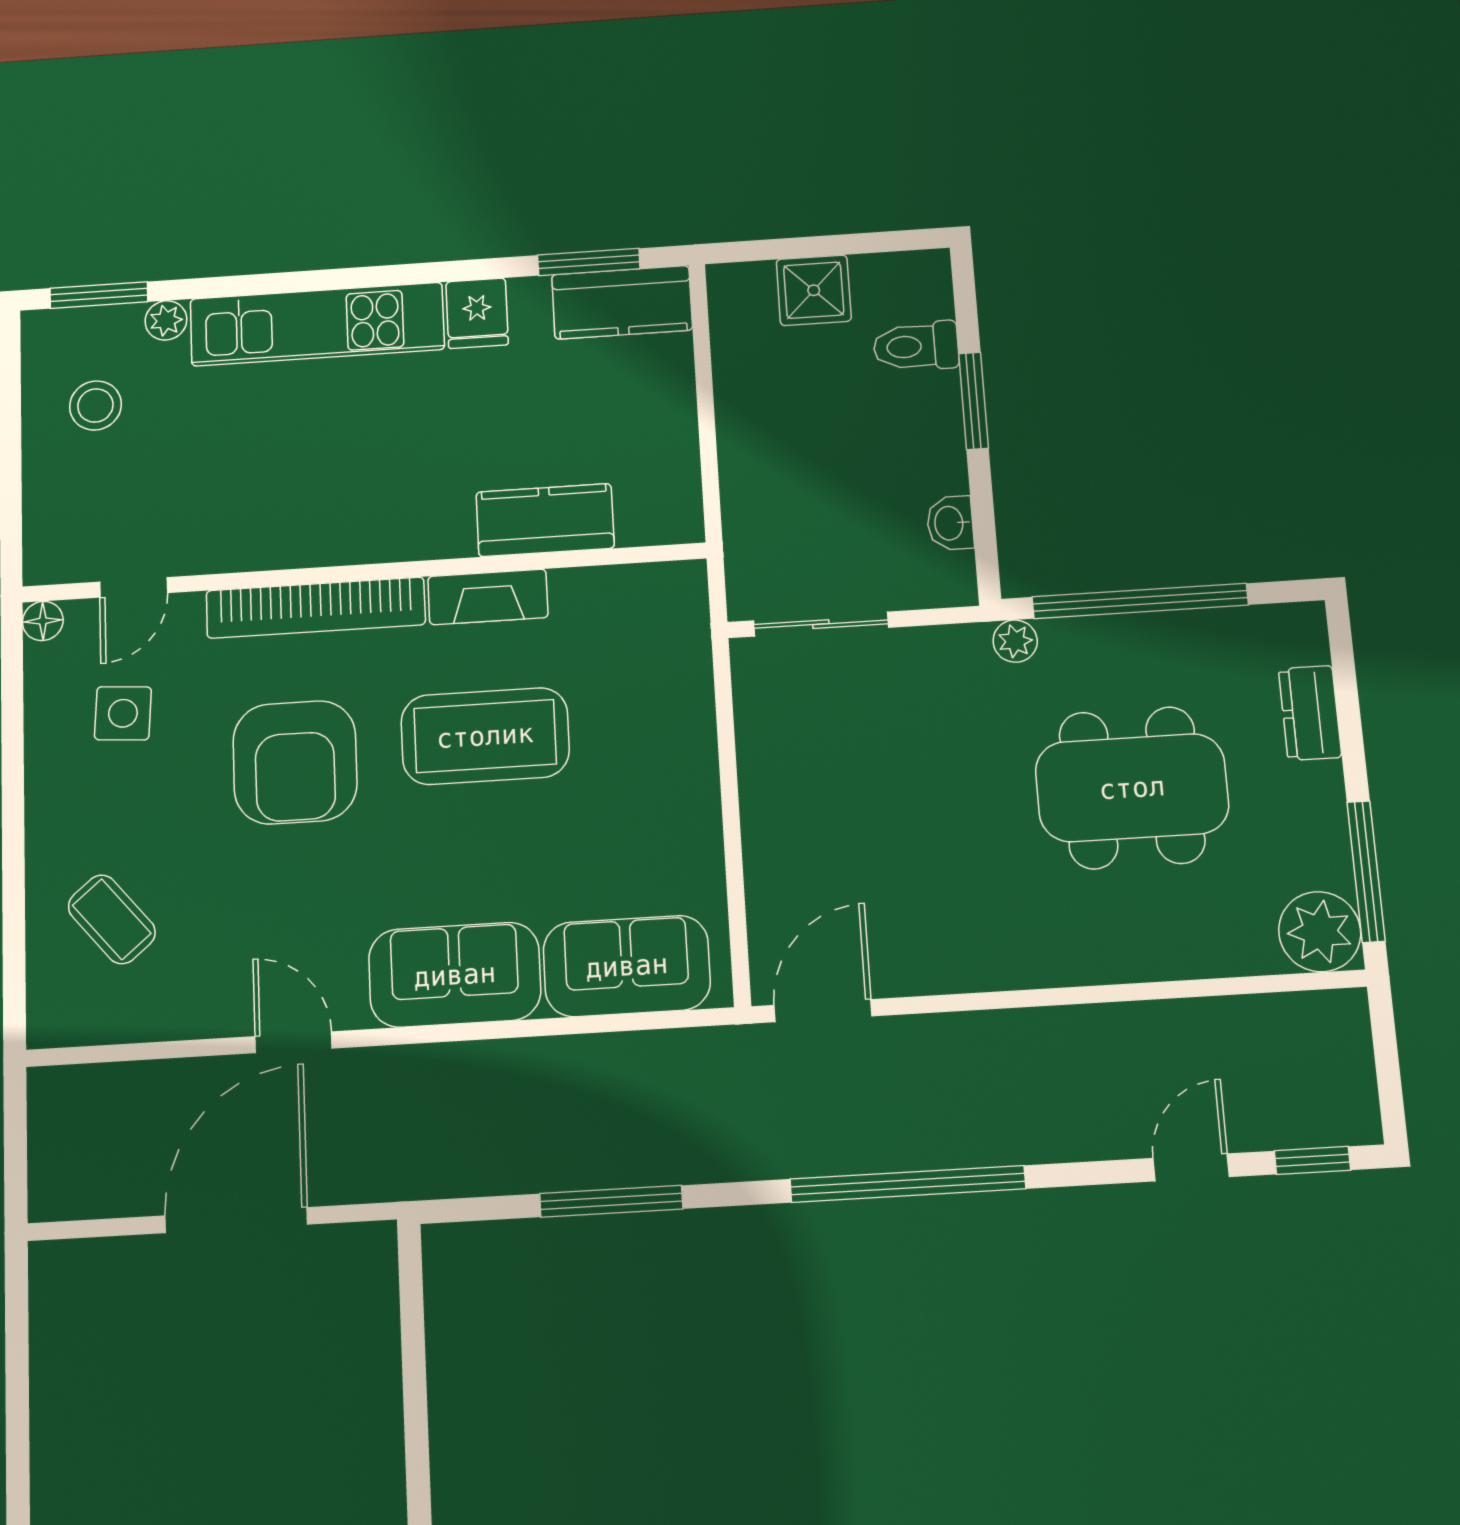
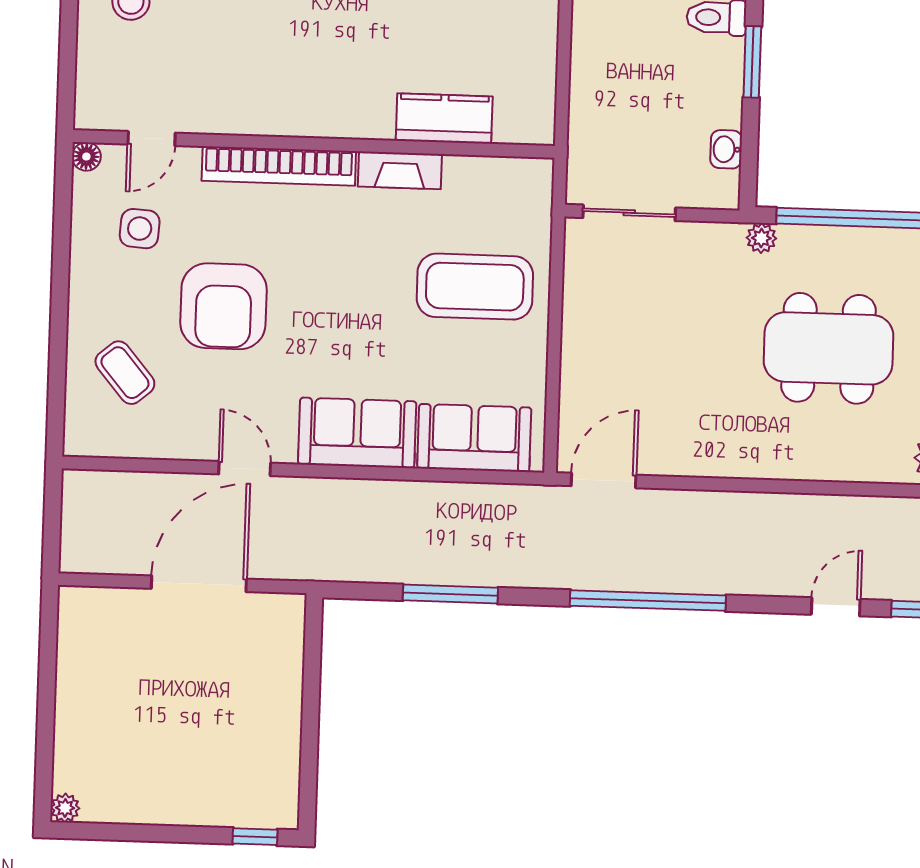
coffee table: (485, 736) -> (475, 287), moved
armchair: (295, 762) -> (223, 306), moved

